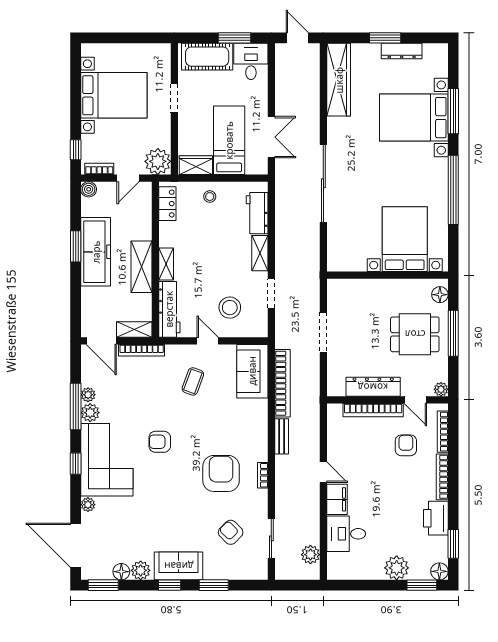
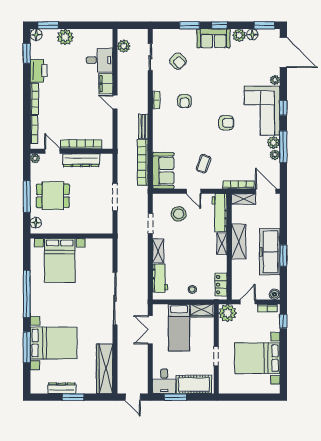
armchair: (406, 445) -> (59, 120), removed
armchair: (221, 473) -> (185, 101), width x0.53, depth x0.53

